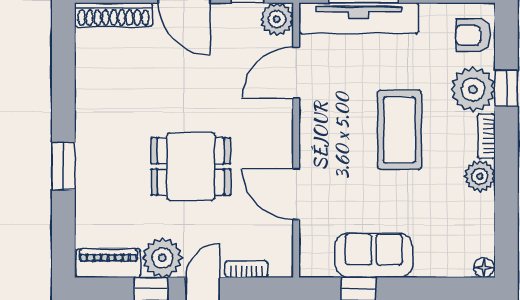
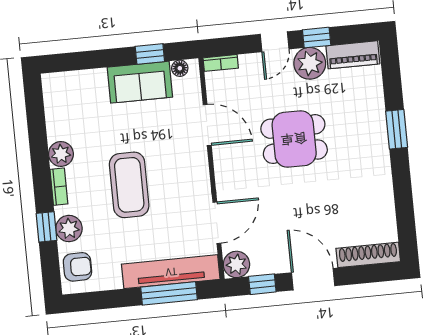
plant: (473, 89) -> (69, 229), width x0.73, depth x0.73
floor lamp: (484, 268) -> (180, 68), moved
bookcase: (247, 269) -> (221, 63), moved

